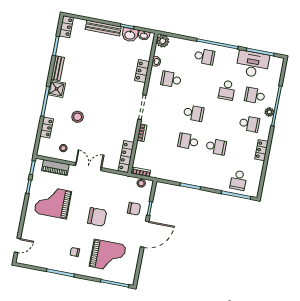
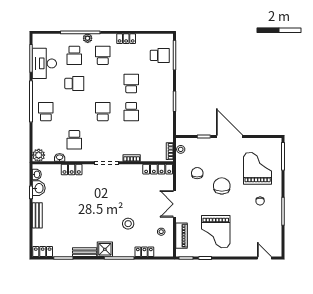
bench: (103, 28) -> (37, 215), width x0.73
chair: (134, 209) -> (197, 173), moved

